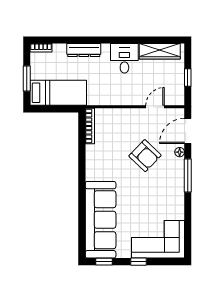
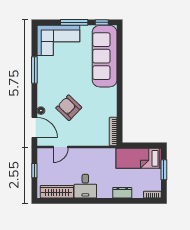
dresser: (84, 50) -> (122, 193), width x0.70
door: (188, 131) -> (34, 128), hinge flipped
window: (188, 176) -> (34, 70), moved
window: (138, 262) -> (74, 22), width x2.17

